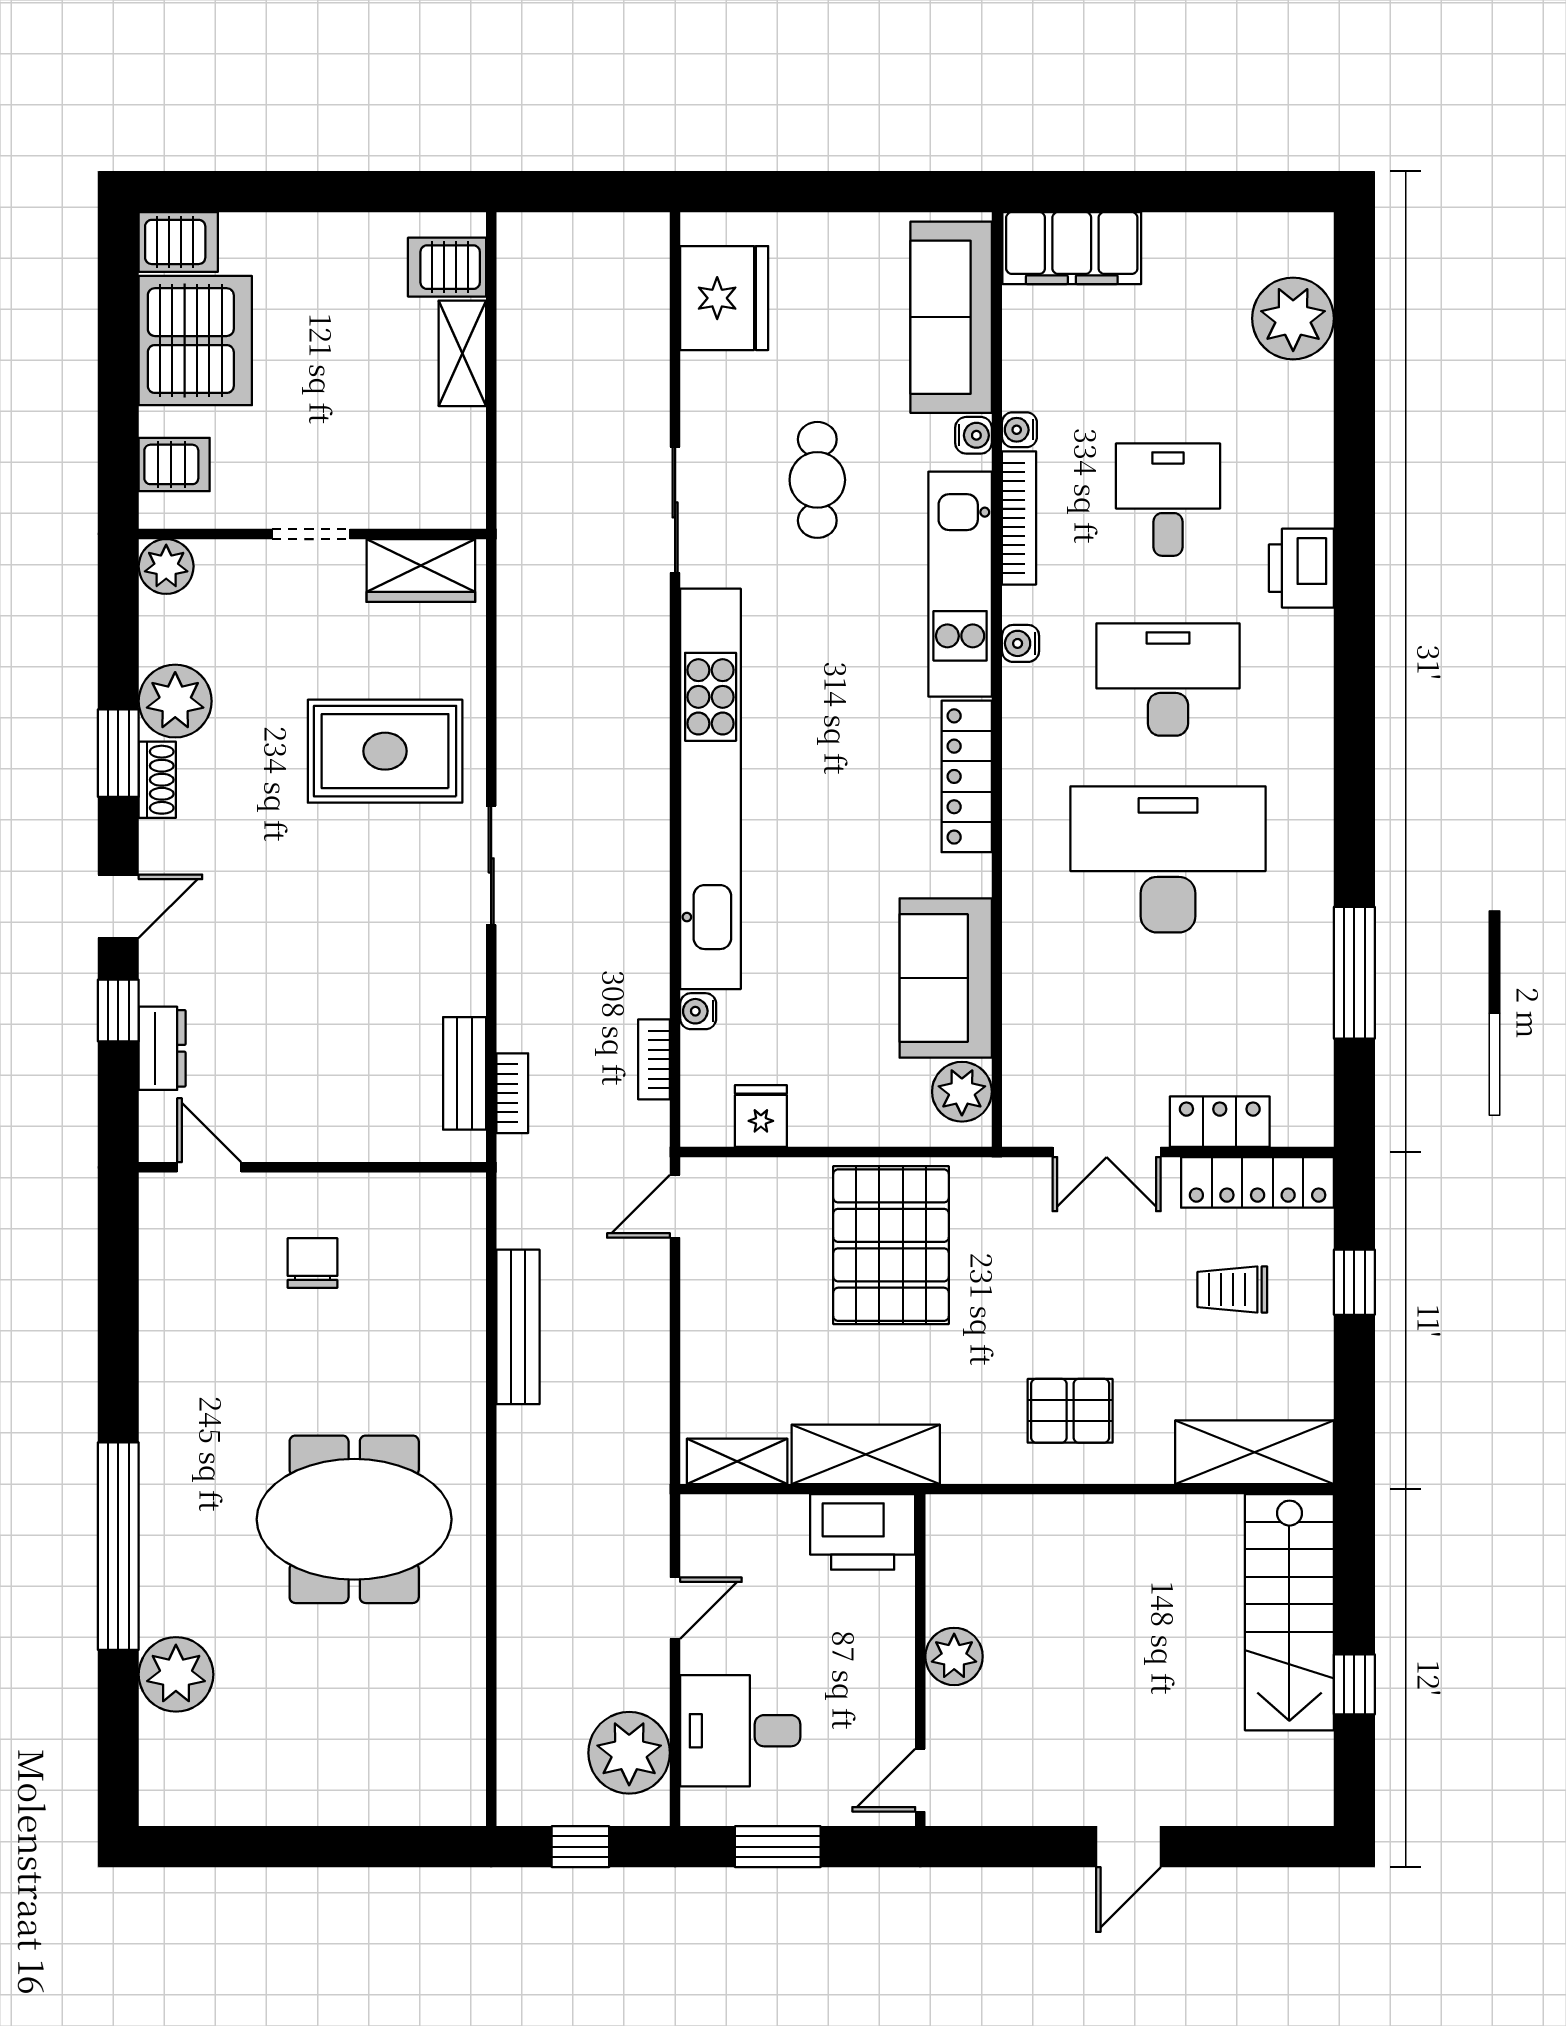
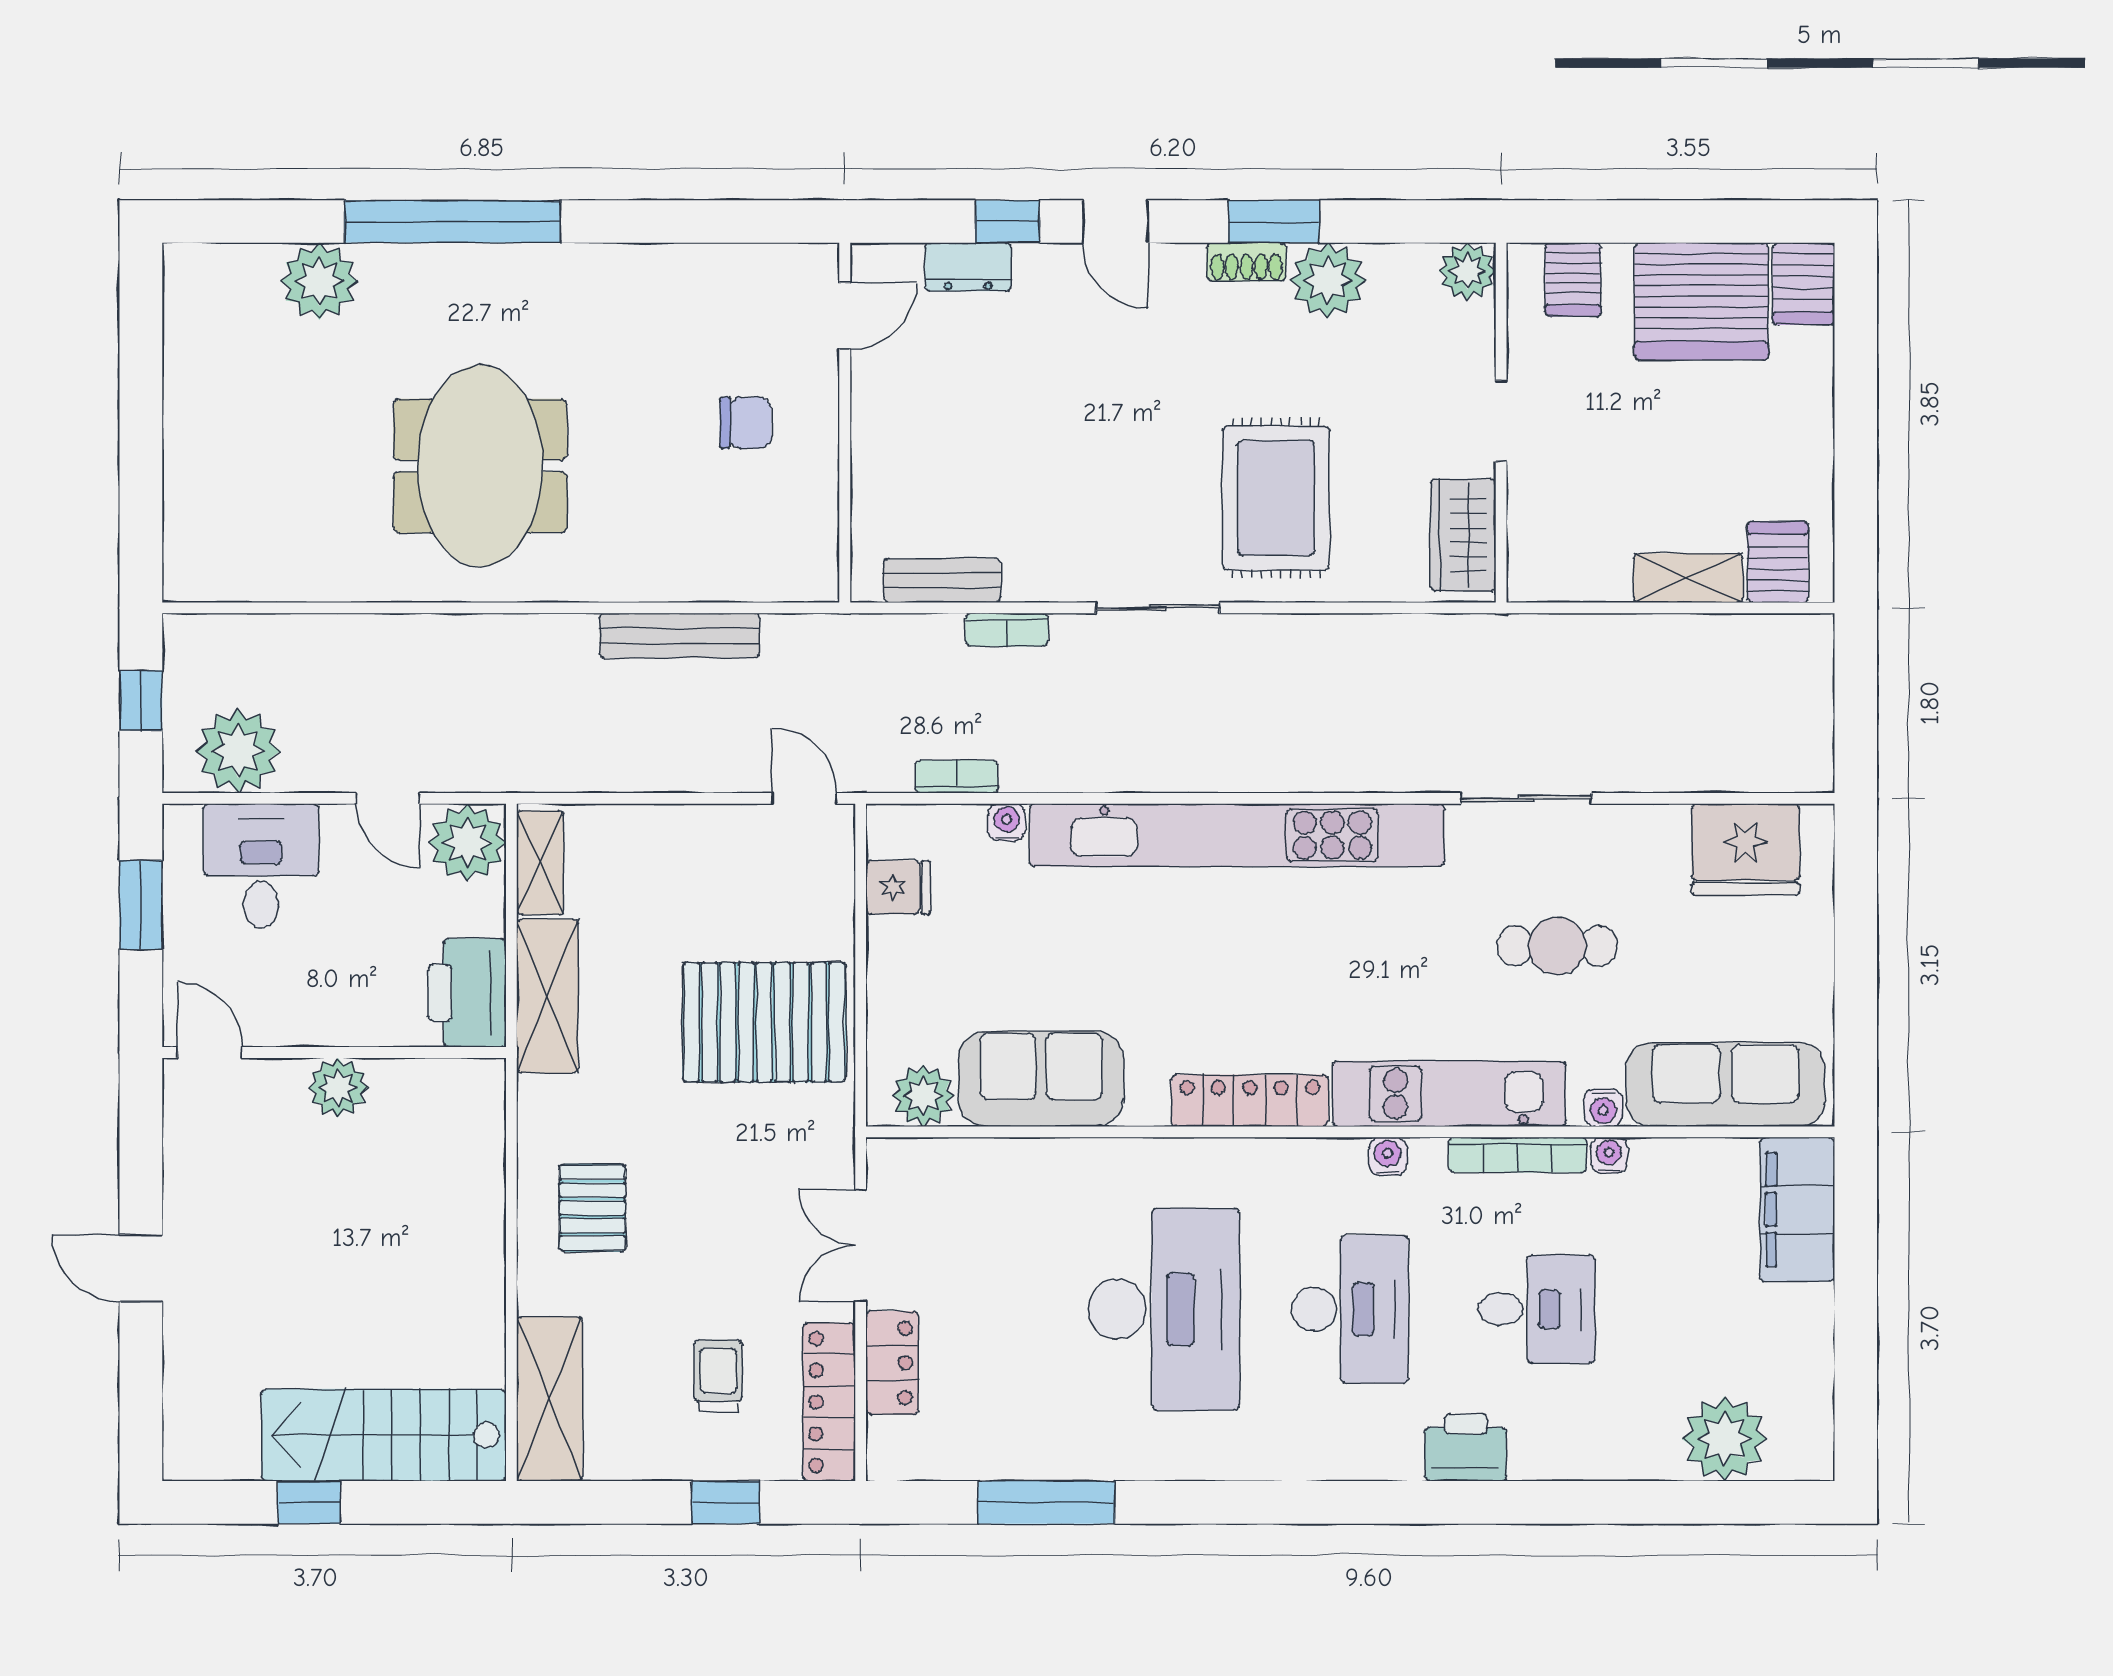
bookcase: (512, 1093) -> (1007, 630), moved
plant: (718, 1532) -> (467, 842), added

